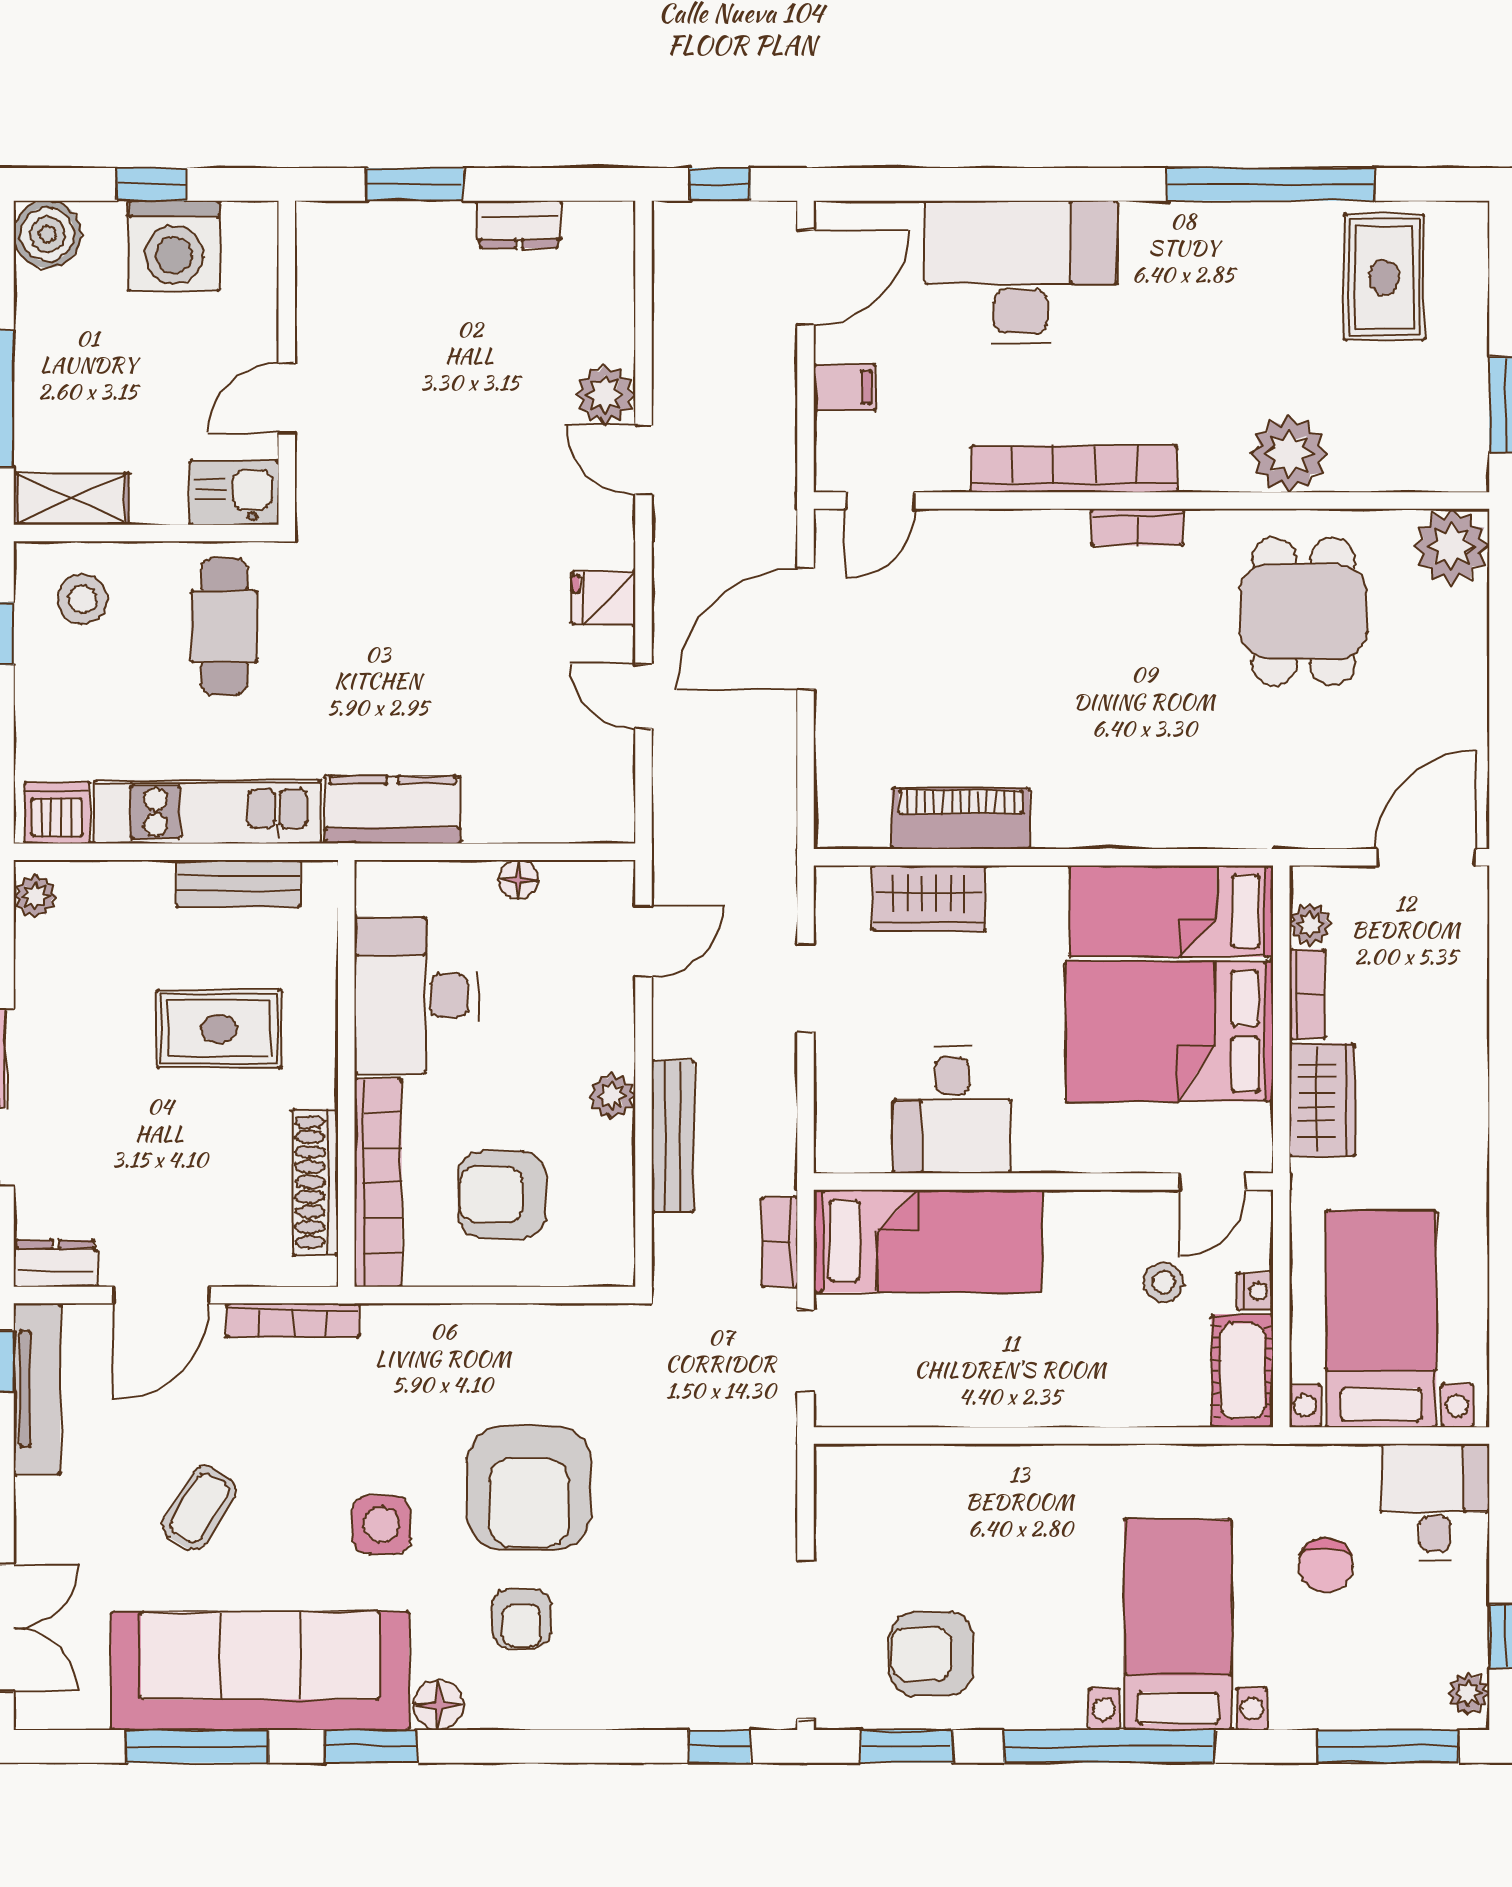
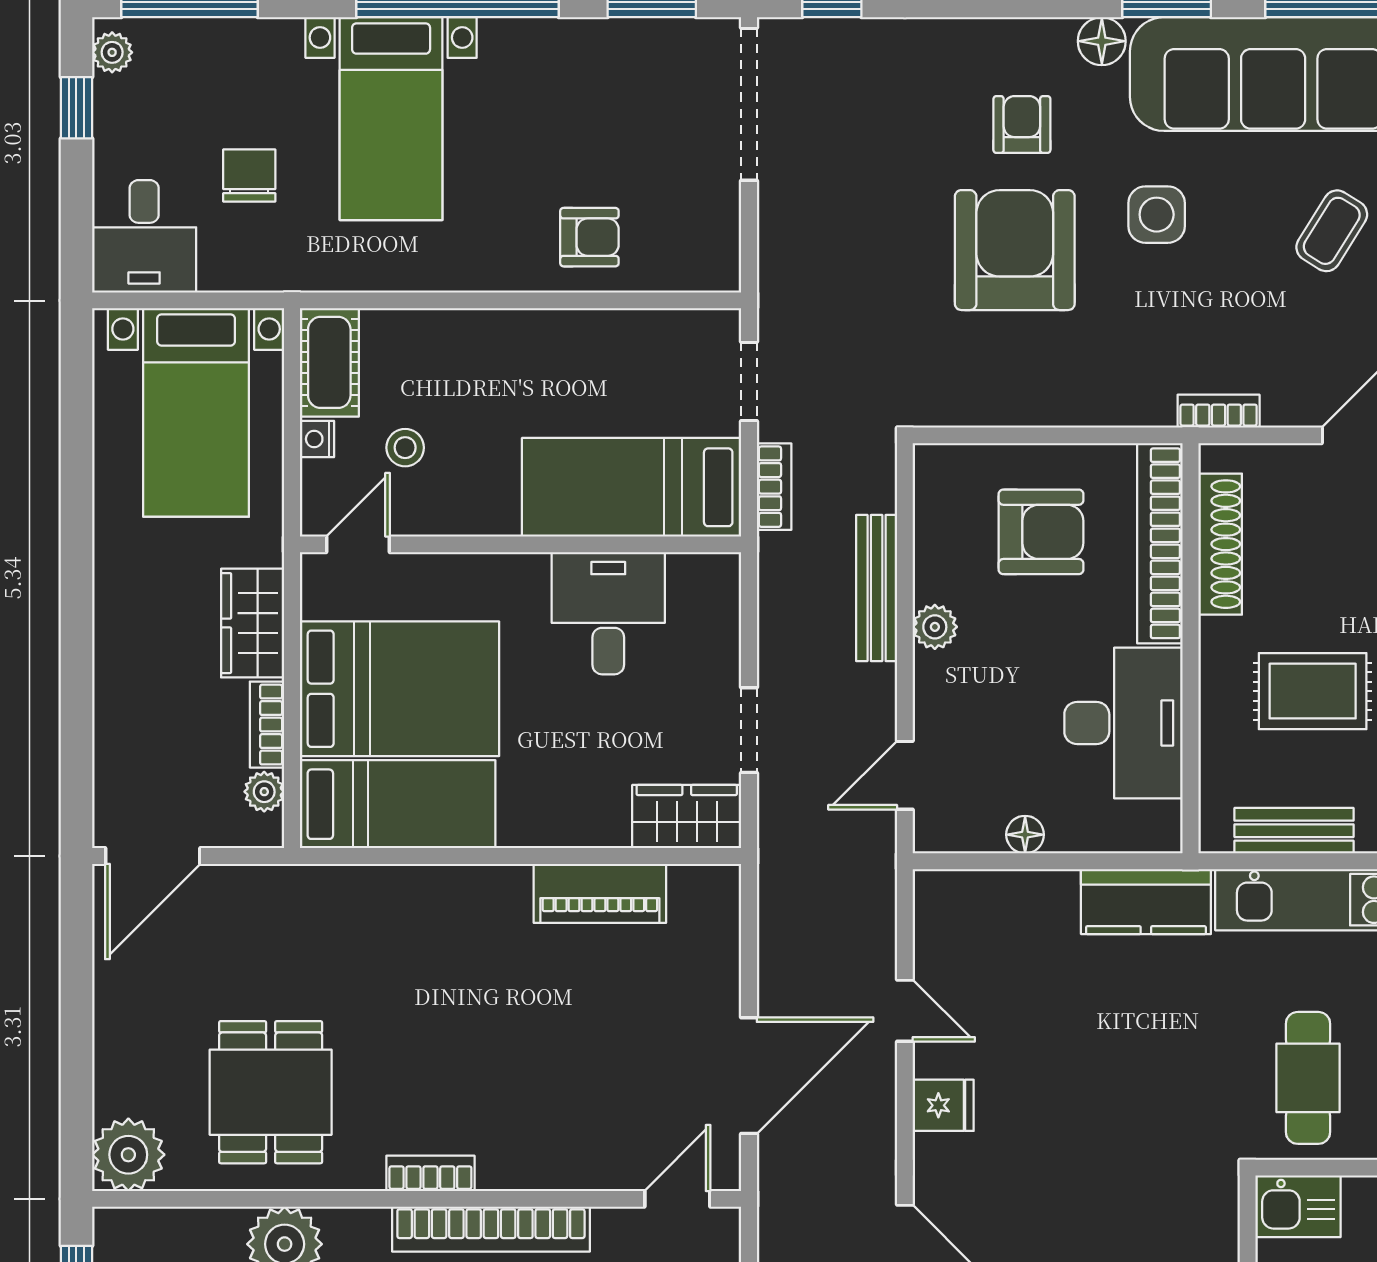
wardrobe: (929, 898) -> (687, 817), moved
bookcase: (293, 1320) -> (1219, 411), width x0.64
armchair: (931, 1654) -> (589, 237), moved, width x0.72, depth x0.72

